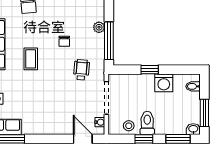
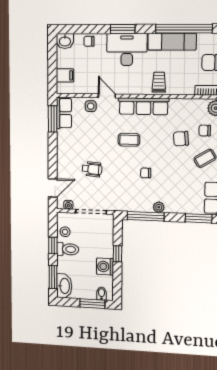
wheelchair: (81, 70) -> (92, 169), moved
window: (204, 113) -> (92, 304), moved
washbasin: (193, 129) -> (64, 286), width x1.91, depth x1.45

